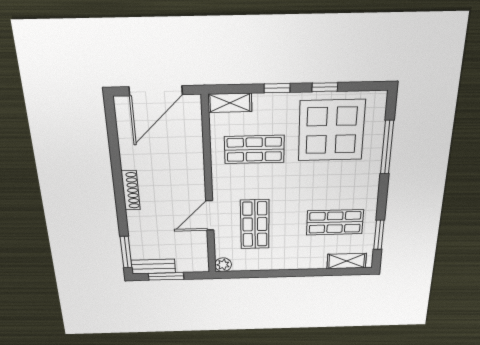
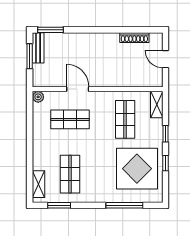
door: (156, 91) -> (166, 59), width x0.53
shoe rack: (131, 190) -> (134, 38), moved

